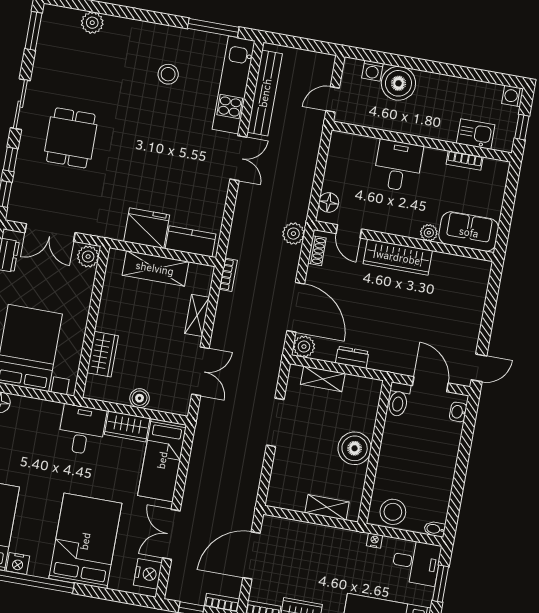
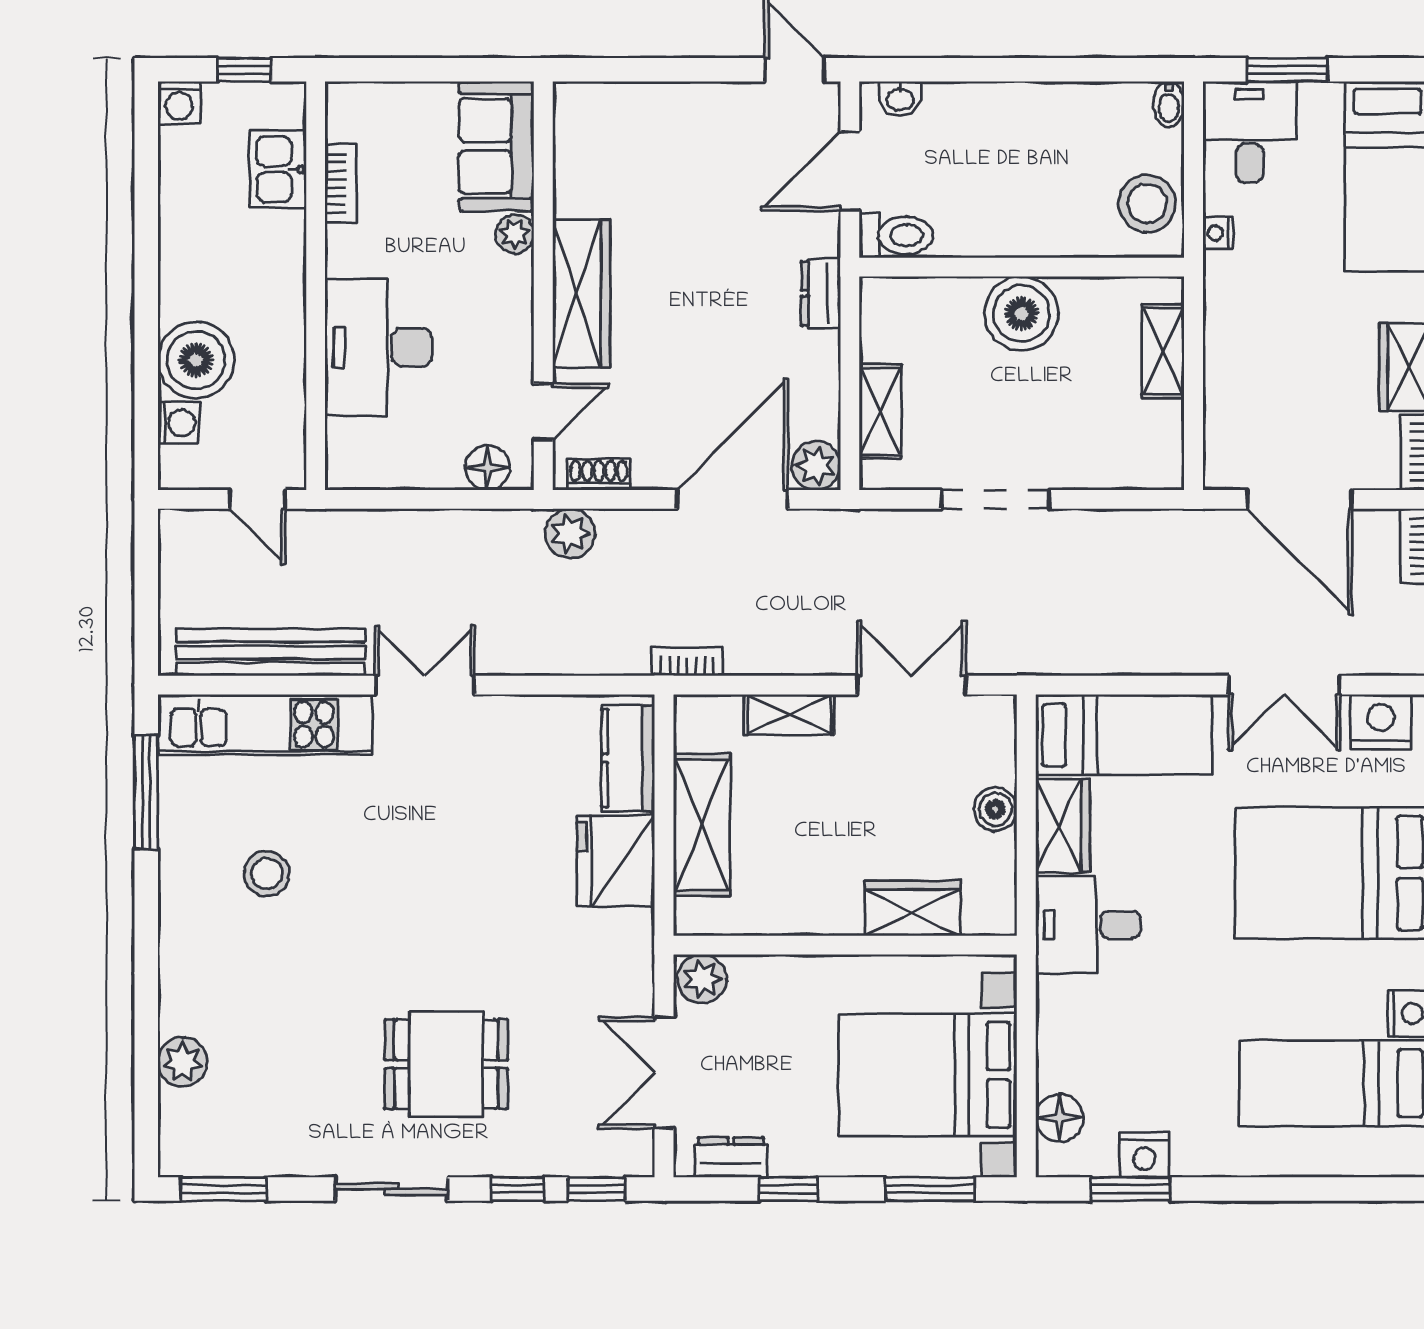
desk: (398, 166) -> (379, 347), width x1.37
double door: (50, 233) -> (664, 1073), swing flipped
dresser: (352, 357) -> (821, 293), moved

